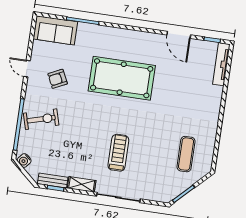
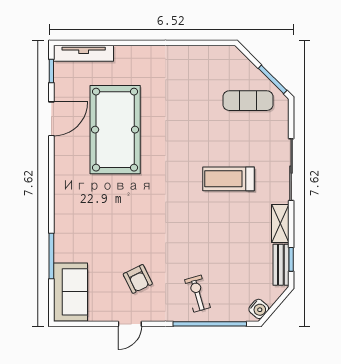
pool table: (122, 78) -> (115, 130), moved
exercise bike: (41, 119) -> (197, 294), width x0.73, depth x0.72
exercise mat: (186, 154) -> (248, 101), moved

